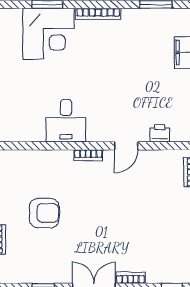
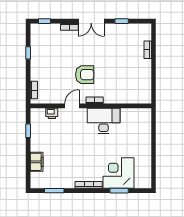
desk: (66, 121) -> (104, 121), width x1.37
armchair: (44, 213) -> (85, 75), moved, turned 180

